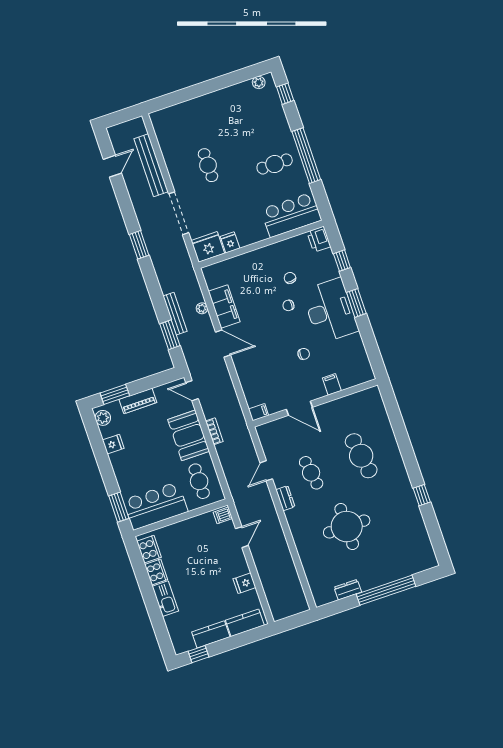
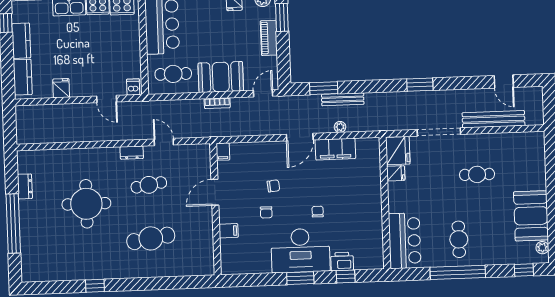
booth: (232, 102) -> (531, 216), added
printer: (319, 239) -> (342, 261), moved
chair: (290, 278) -> (273, 186), moved

